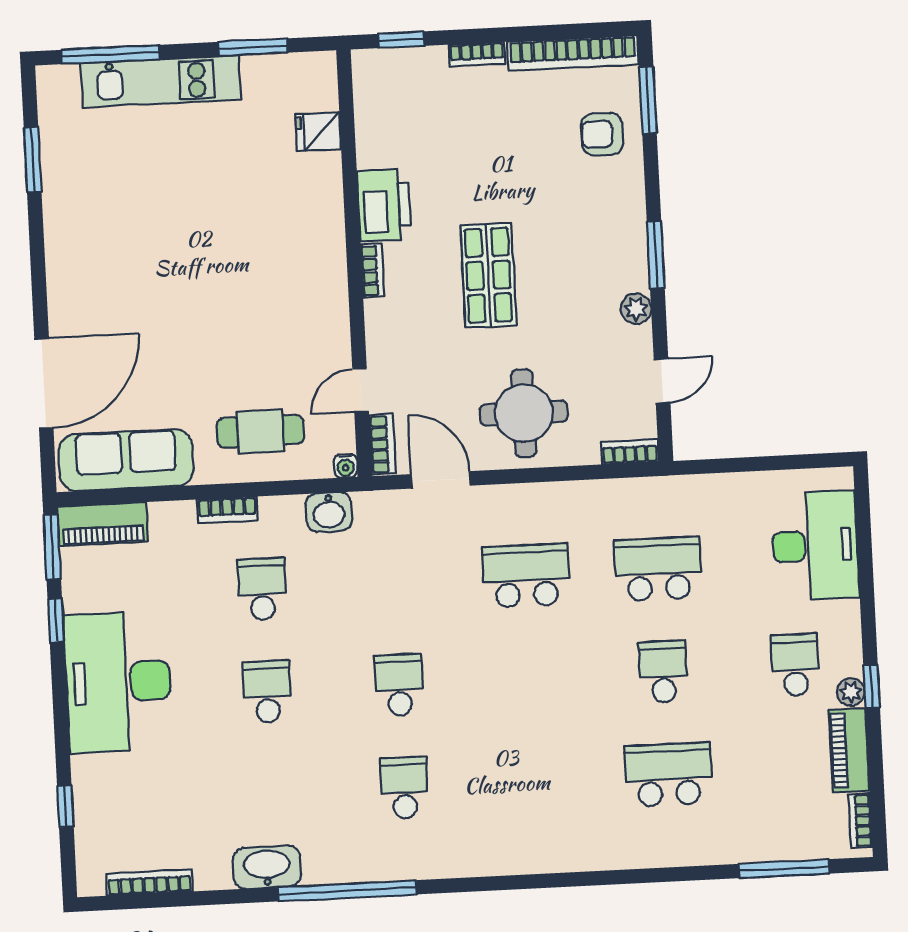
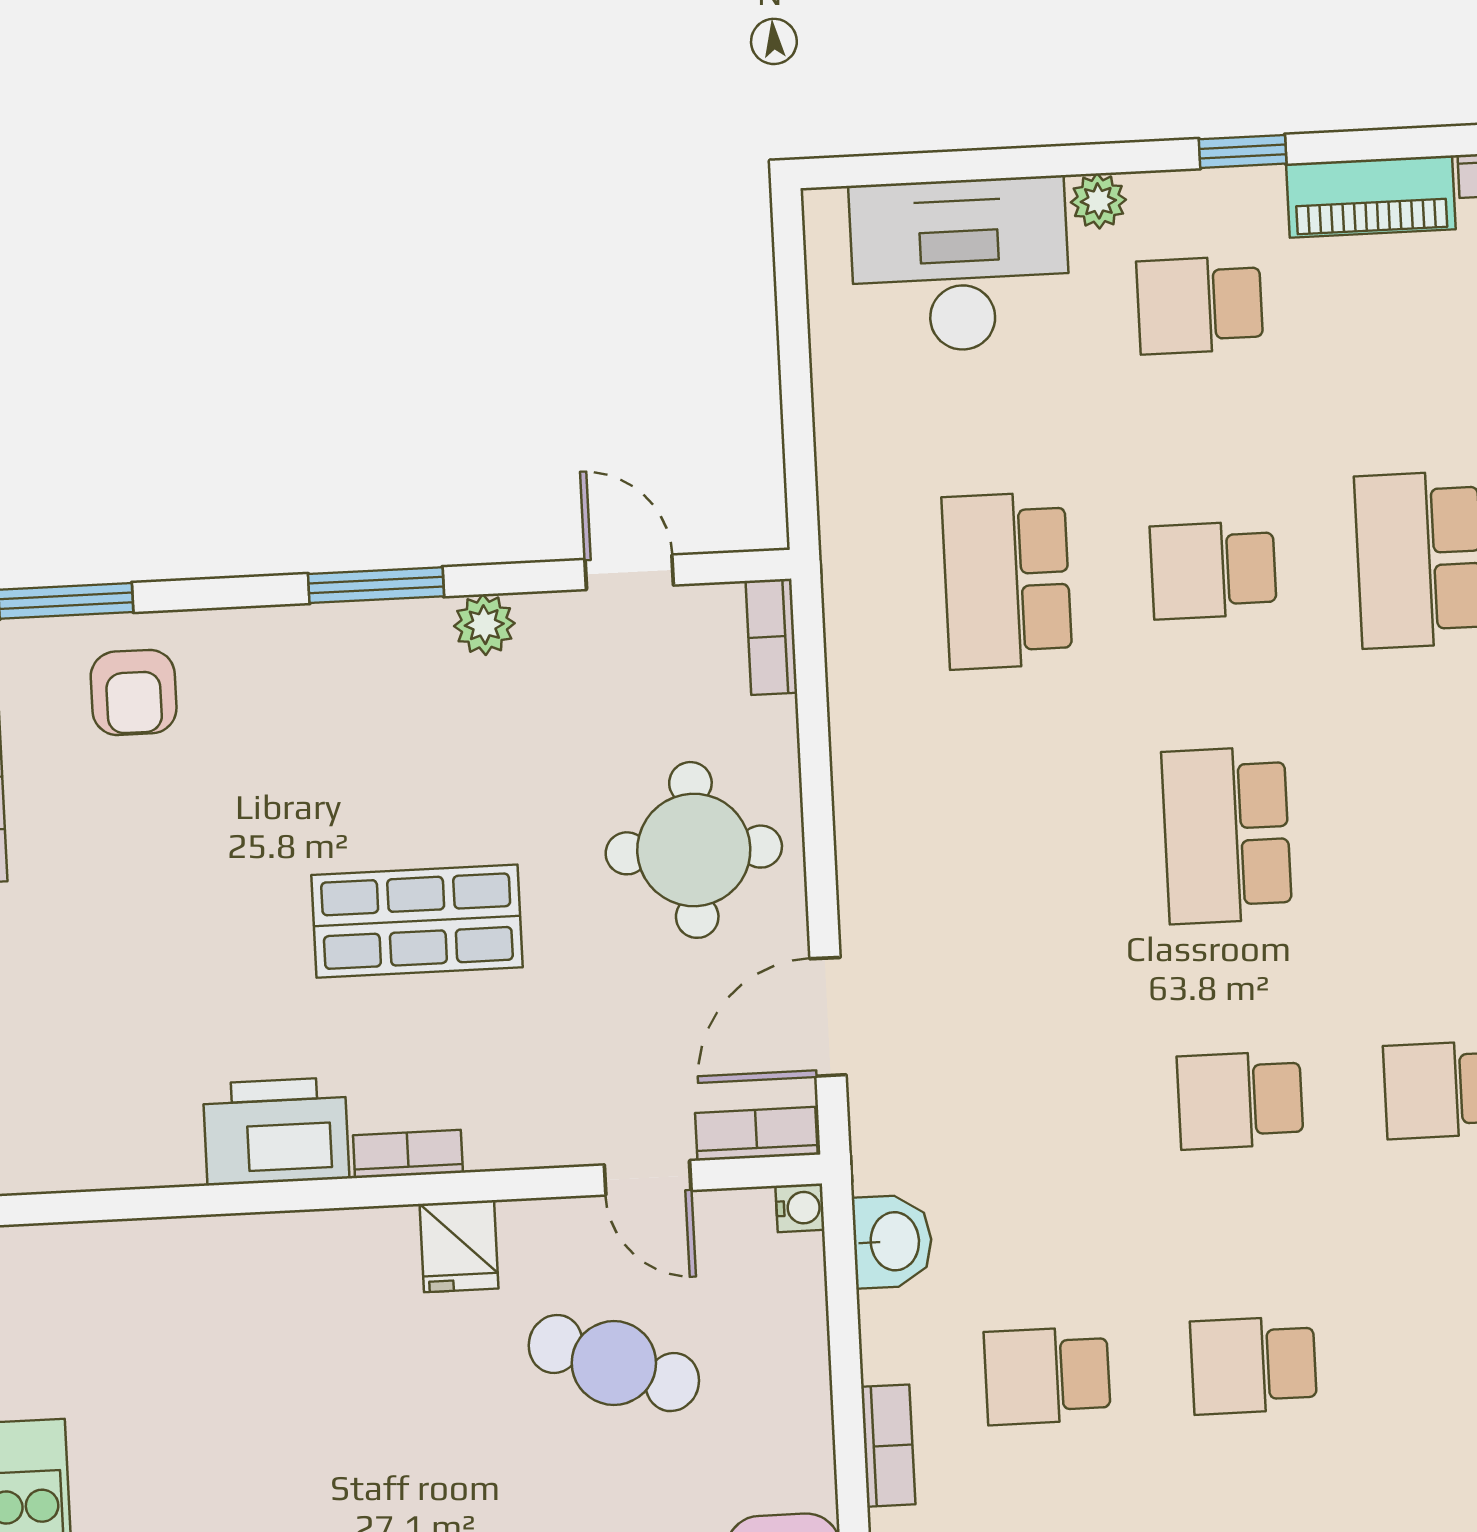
fridge: (318, 132) -> (459, 1246), moved
cafe table: (260, 431) -> (614, 1363), moved, turned -69
school desk: (526, 576) -> (1227, 835), moved
plant: (851, 692) -> (1098, 201), moved

